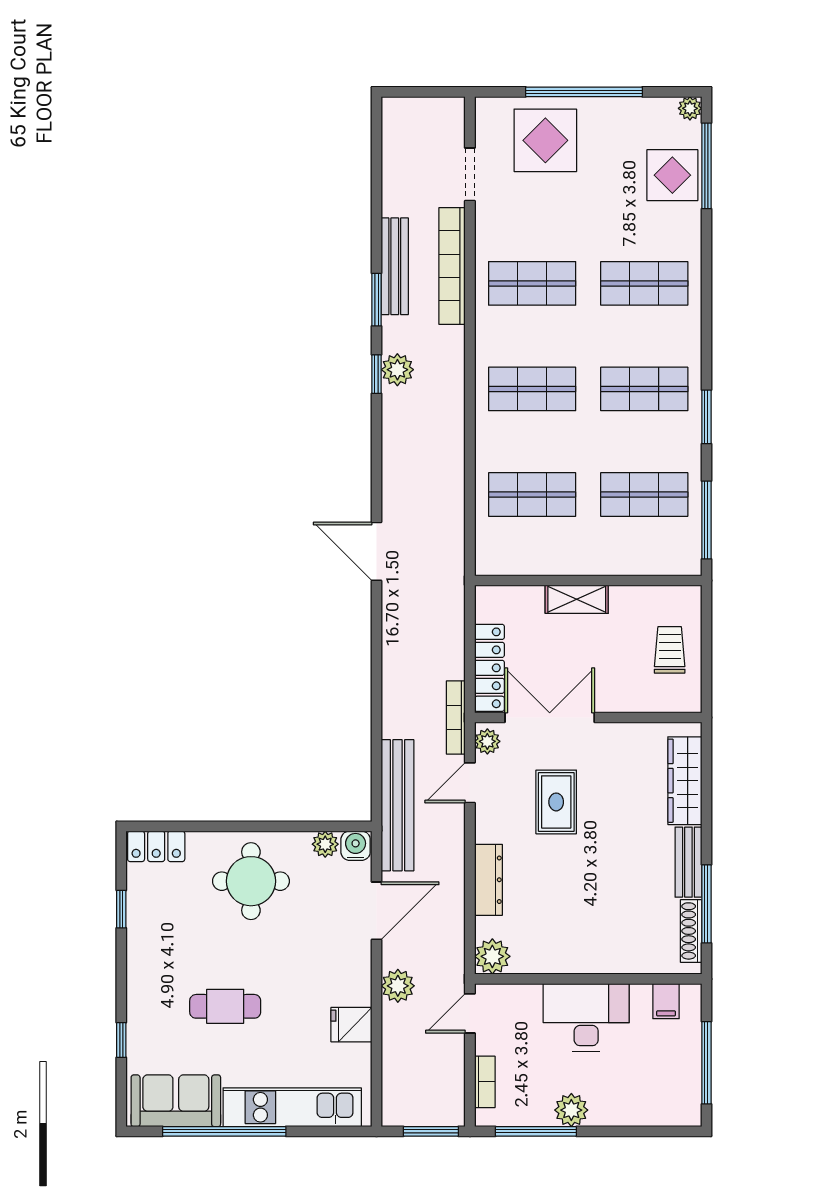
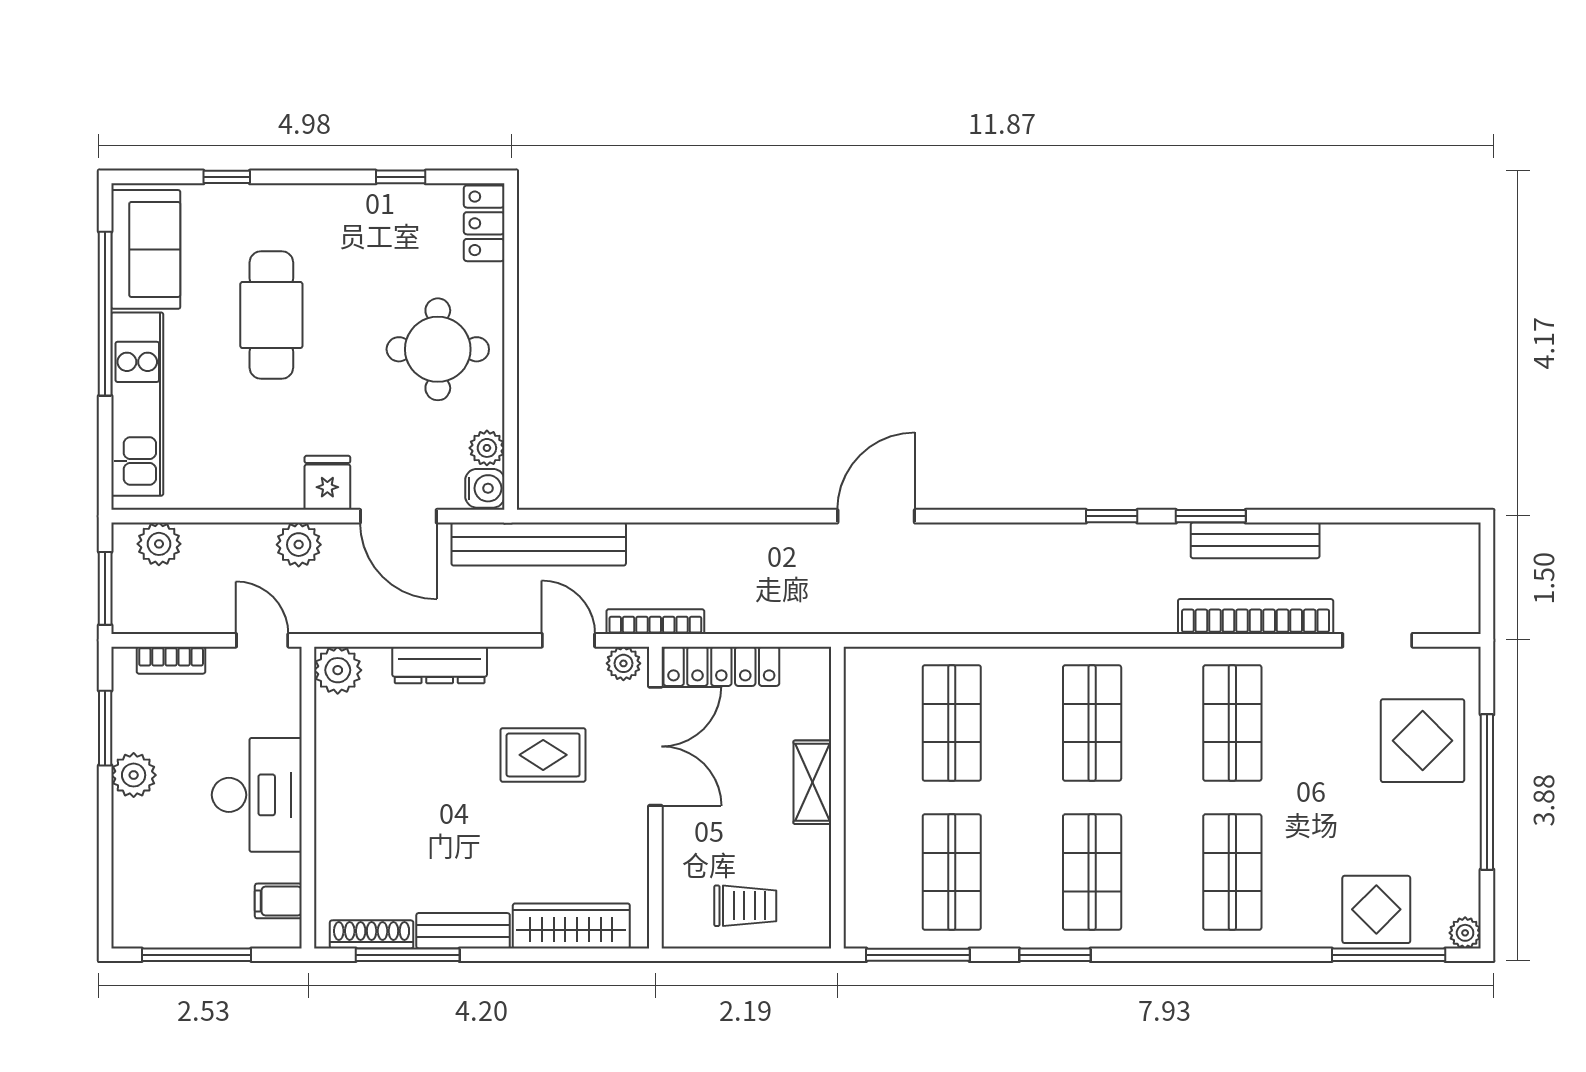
plant: (397, 370) -> (159, 544), moved
cafe table: (225, 1006) -> (271, 315), width x1.37, depth x1.35
fridge: (351, 1025) -> (327, 483), moved
window: (536, 1131) -> (105, 728), width x0.69

